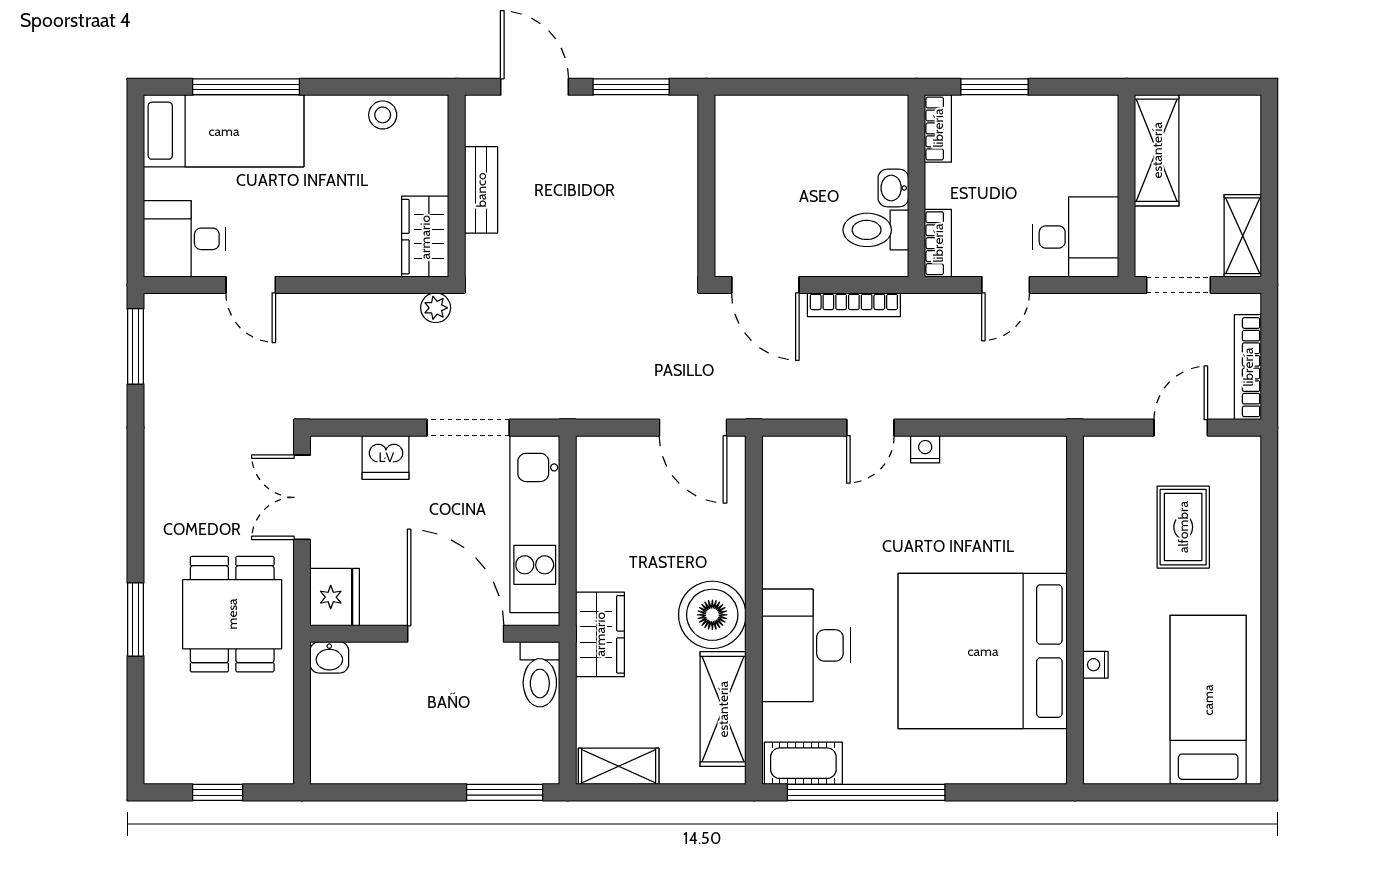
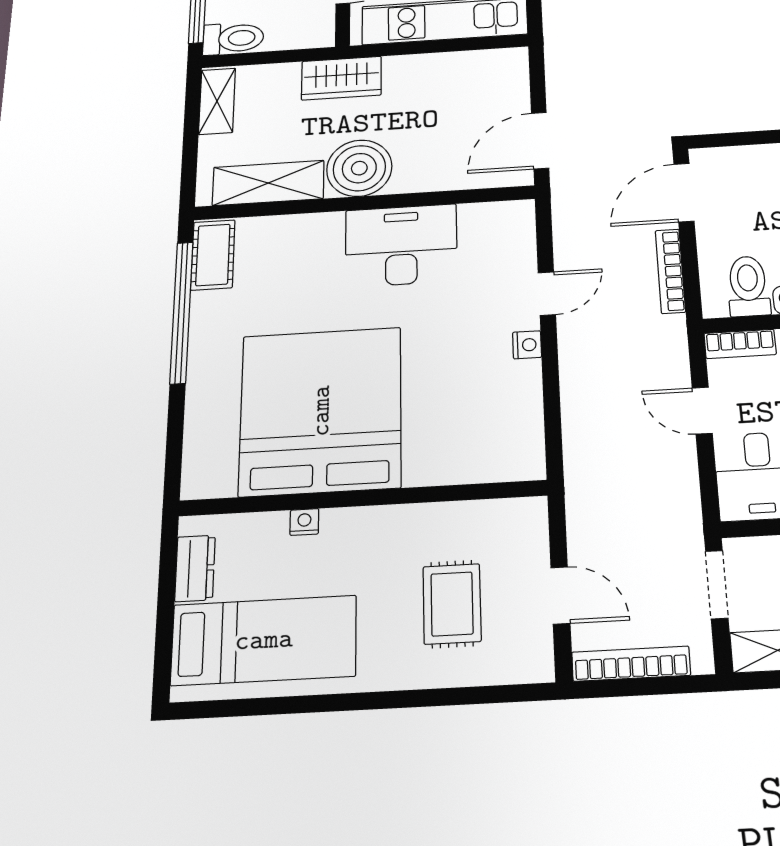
door: (870, 428) -> (547, 294), swing flipped
rug: (1183, 527) -> (452, 604), turned 90
desk: (806, 645) -> (401, 245), moved
toilet: (540, 674) -> (233, 38), moved, turned 180
dresser: (1135, 767) -> (195, 568), added

